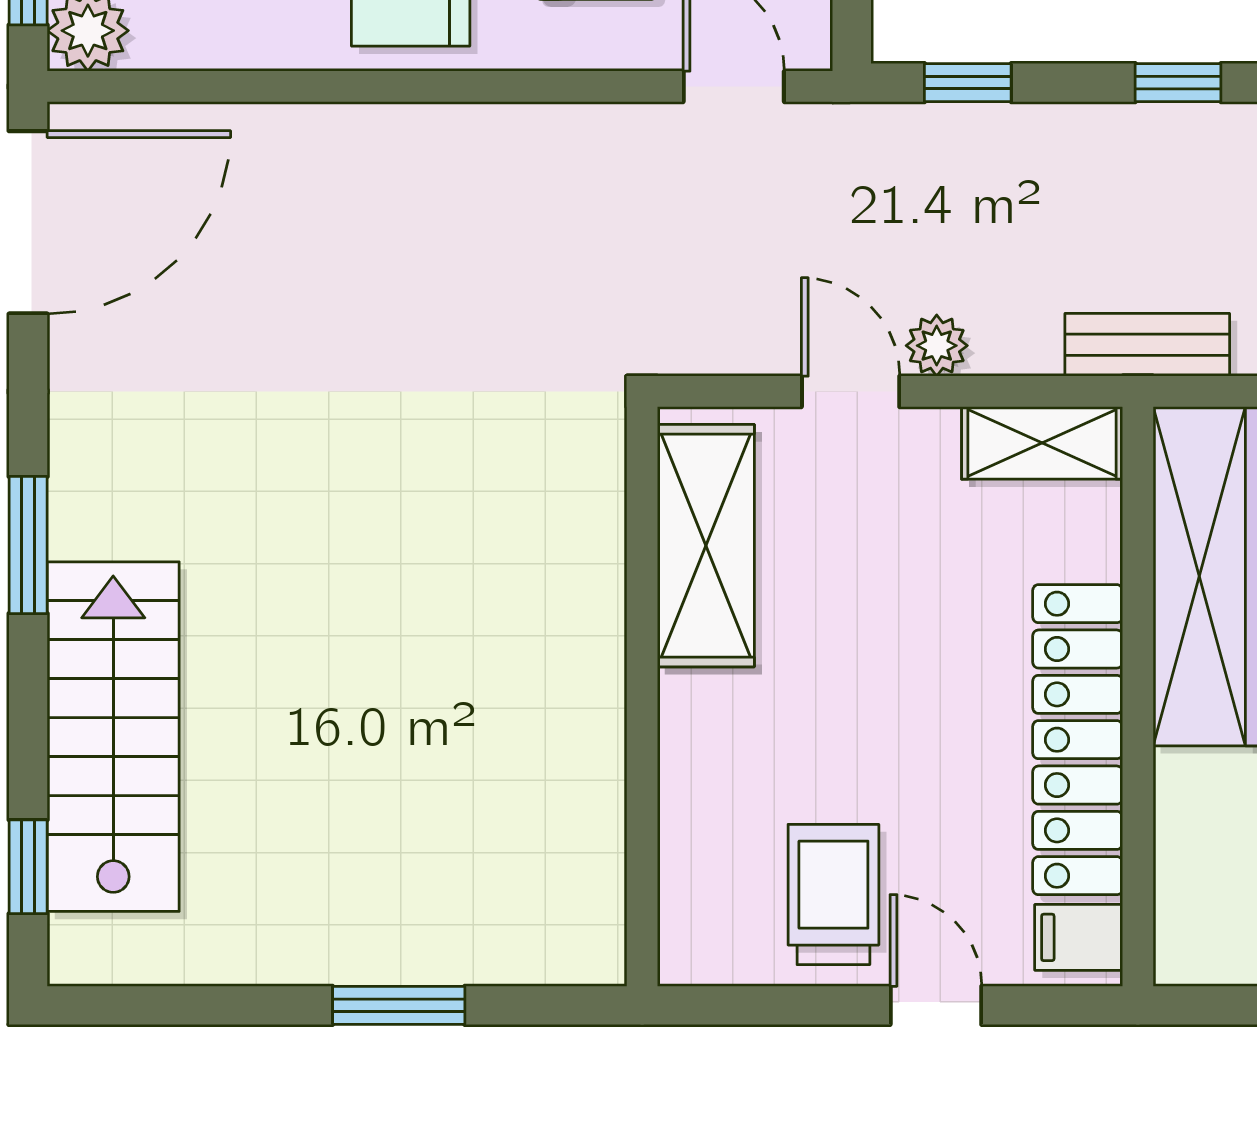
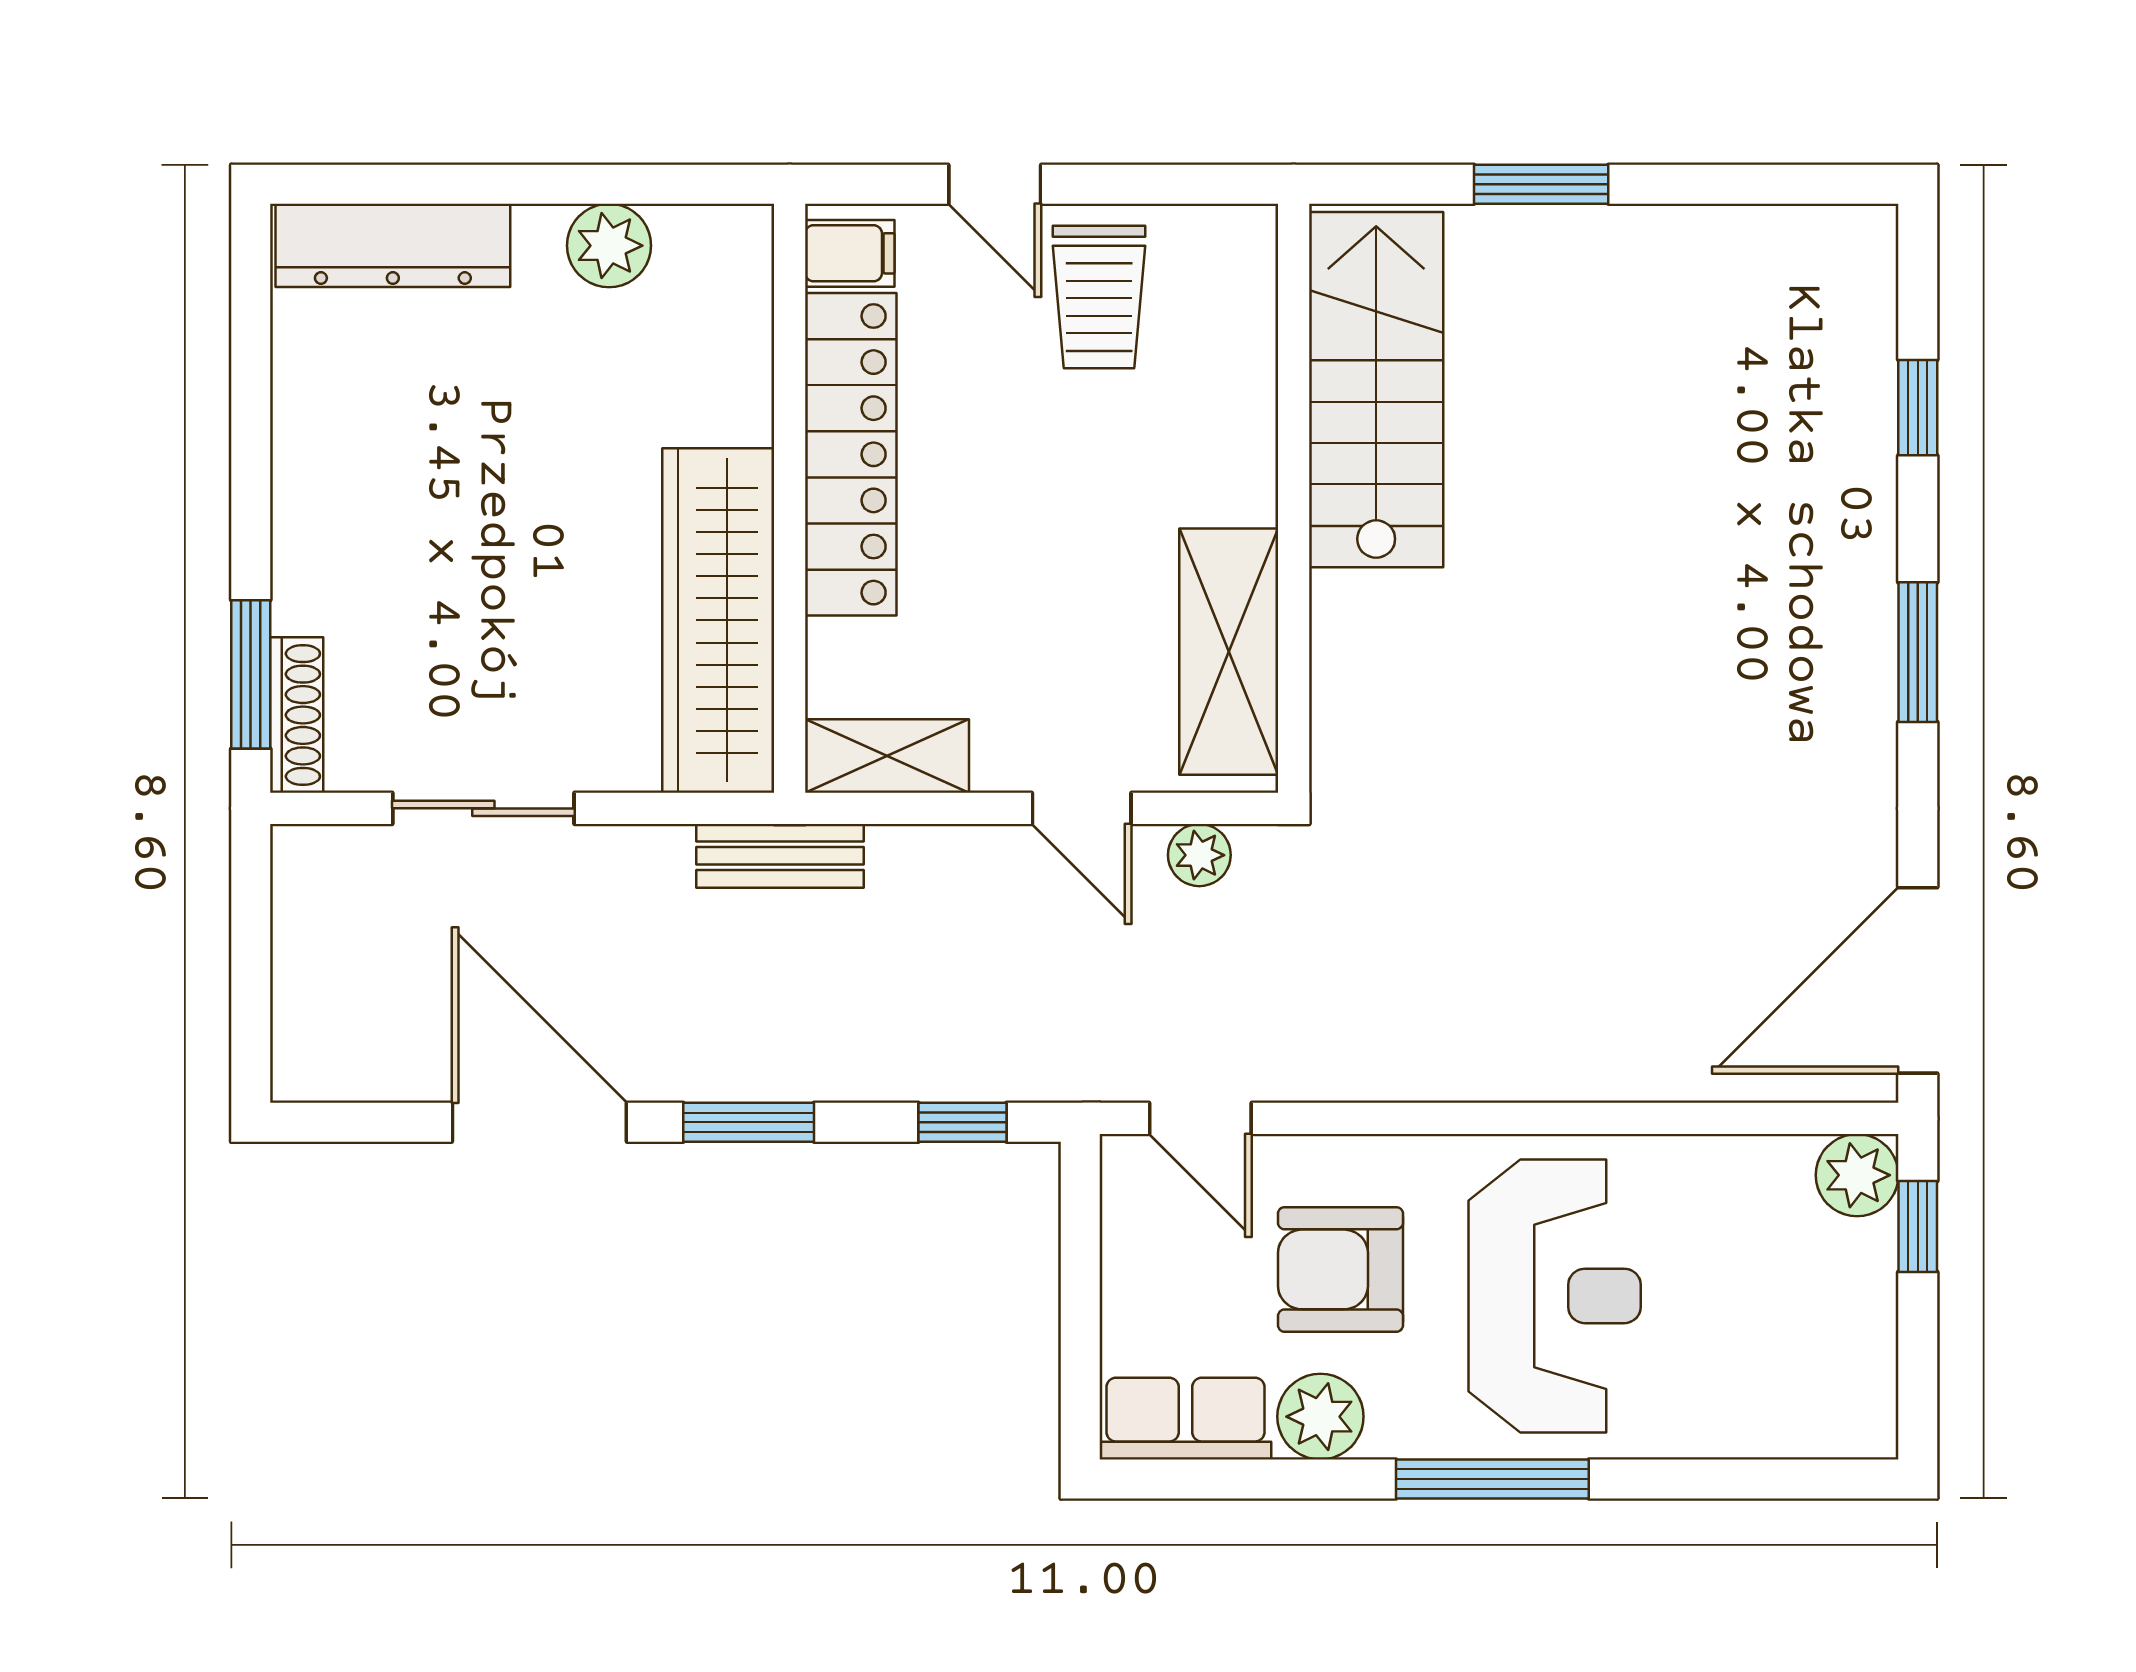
window: (1178, 83) -> (749, 1122), width x1.50
plant: (937, 346) -> (1199, 855), moved
stairs: (113, 737) -> (1376, 390), moved, turned 180
window: (28, 867) -> (1918, 408), moved

